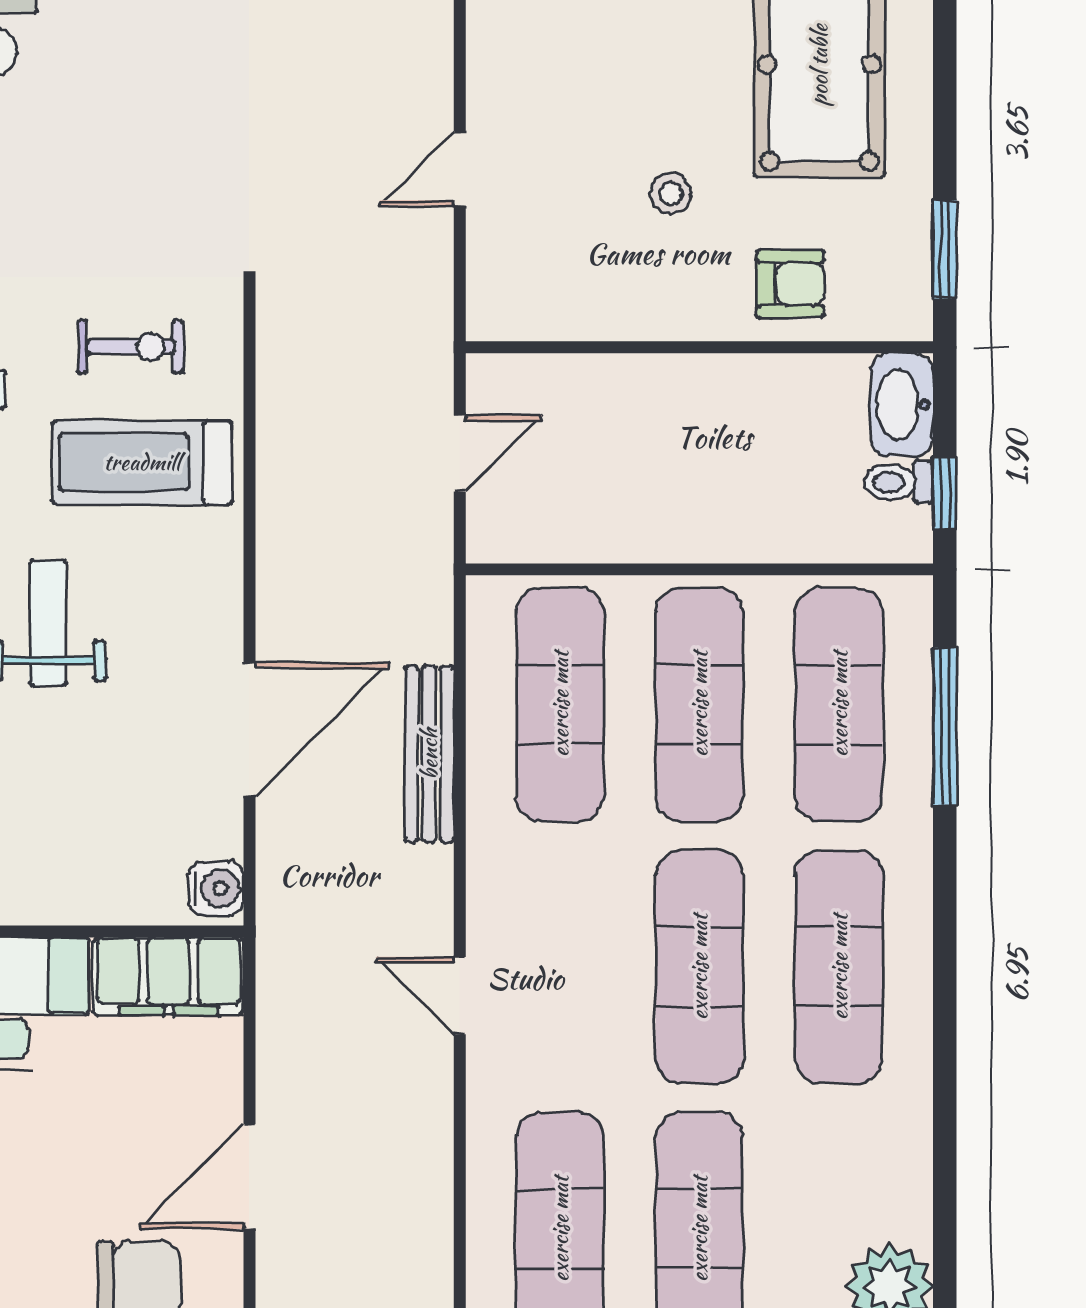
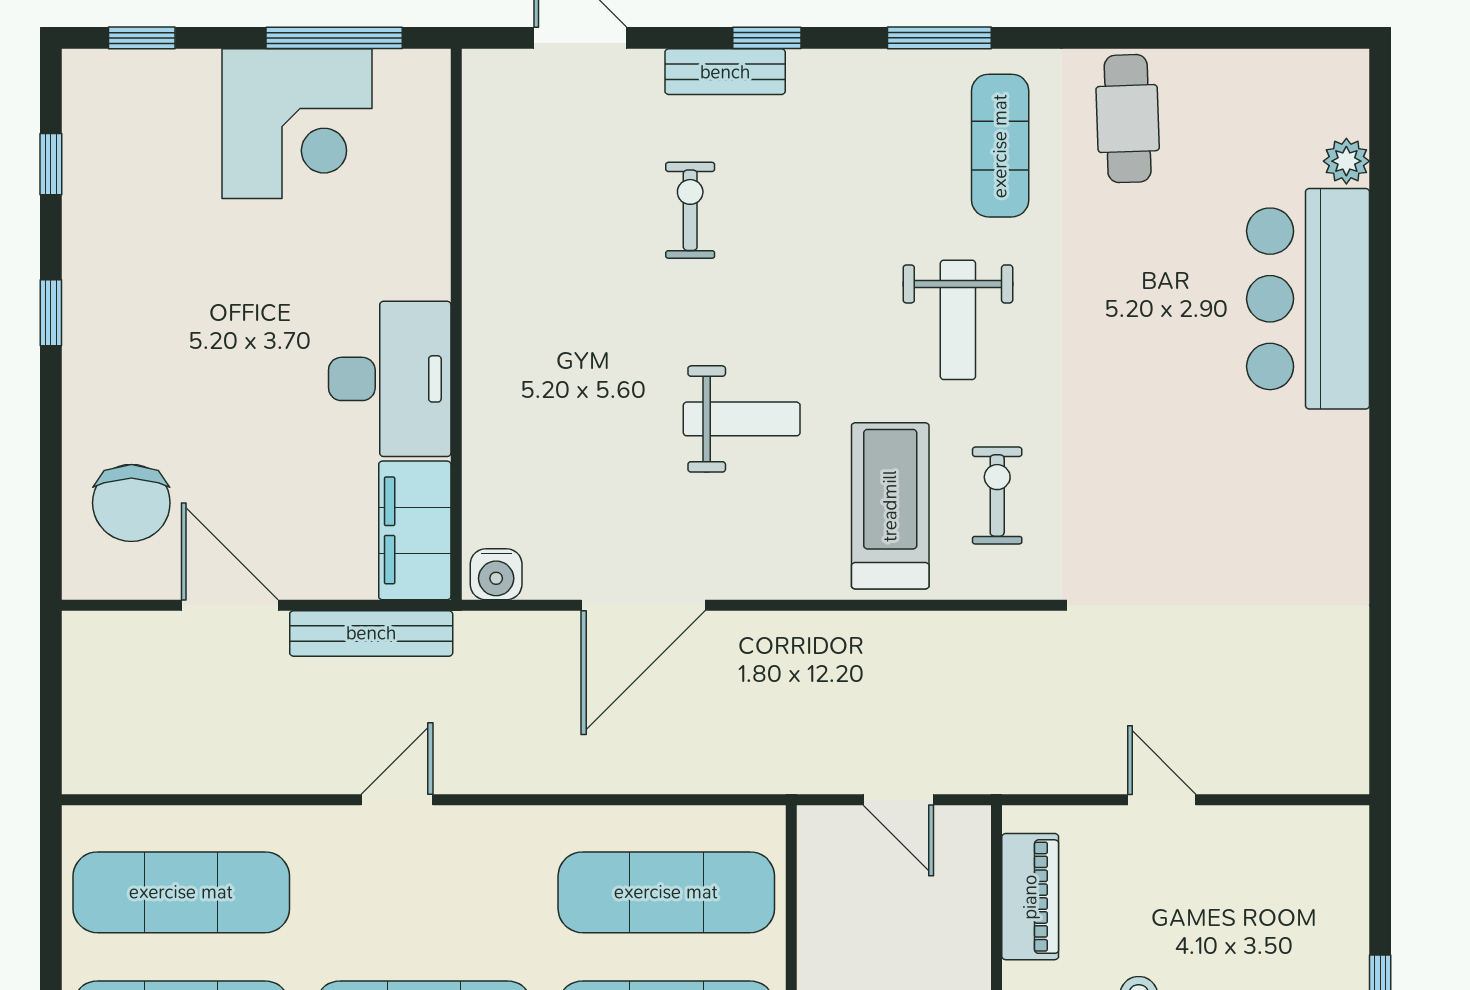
piano: (564, 311) -> (1030, 897), added
exercise bike: (131, 347) -> (997, 495), turned 180
door: (249, 729) -> (643, 605), hinge flipped
bench: (429, 754) -> (371, 633), moved

